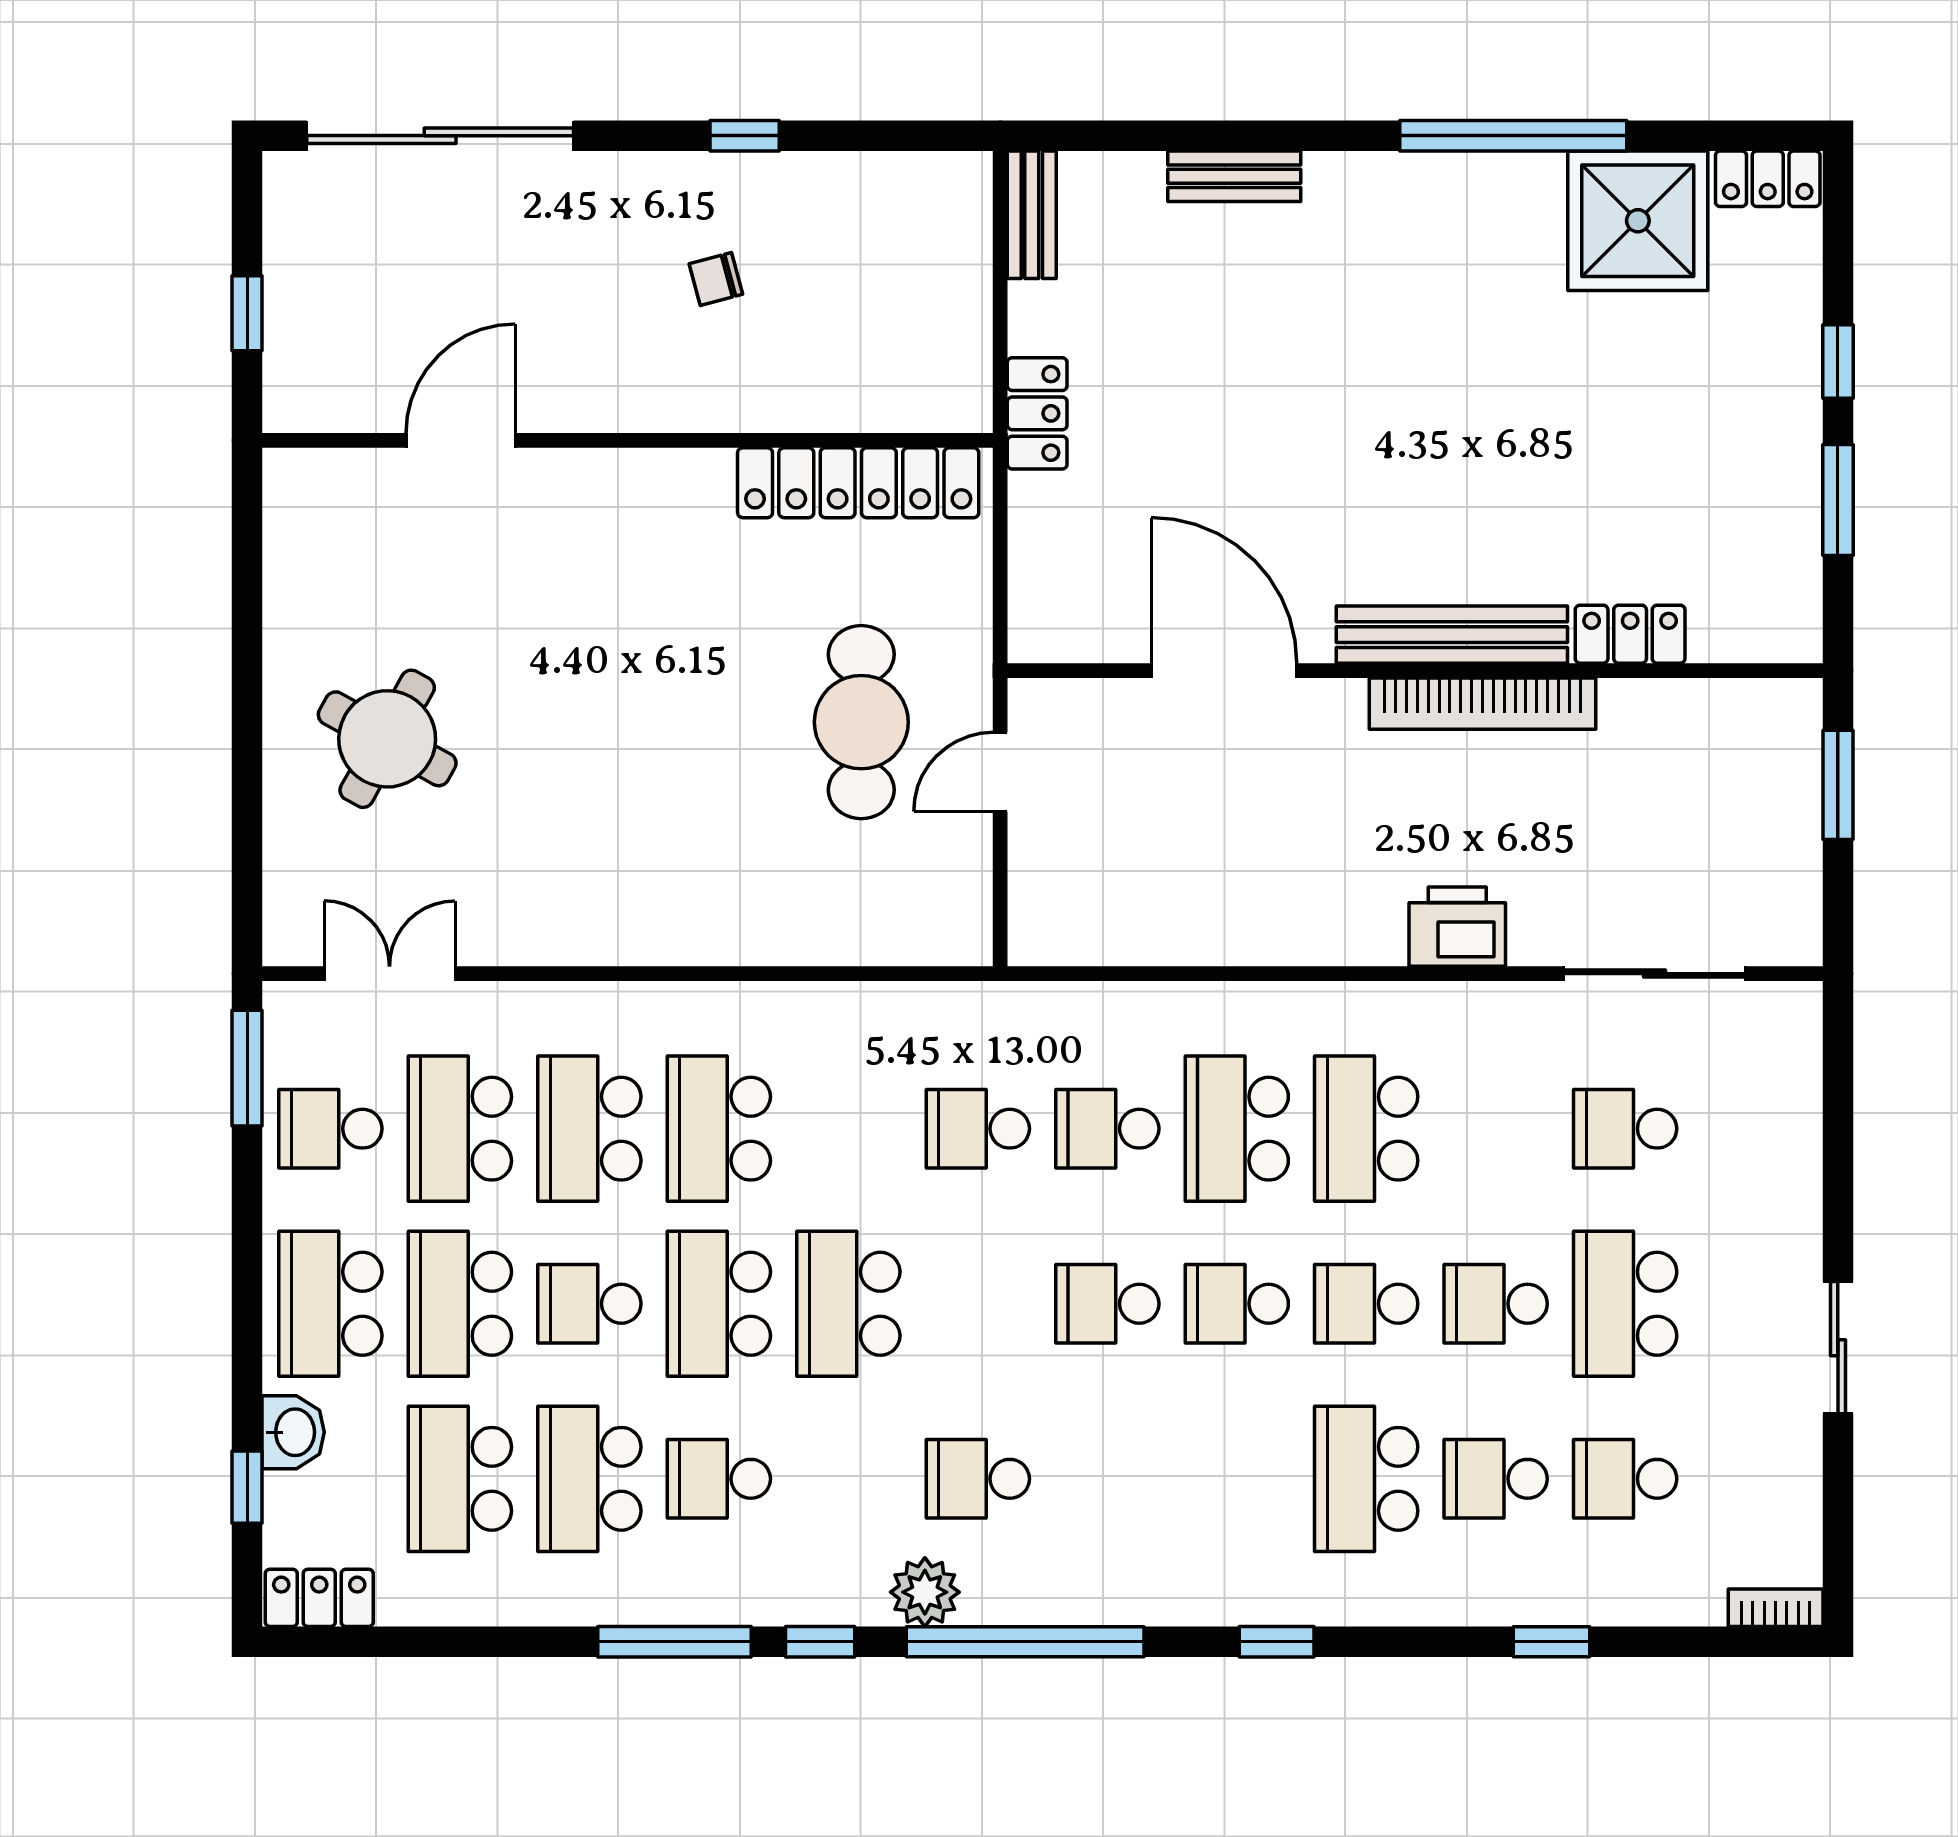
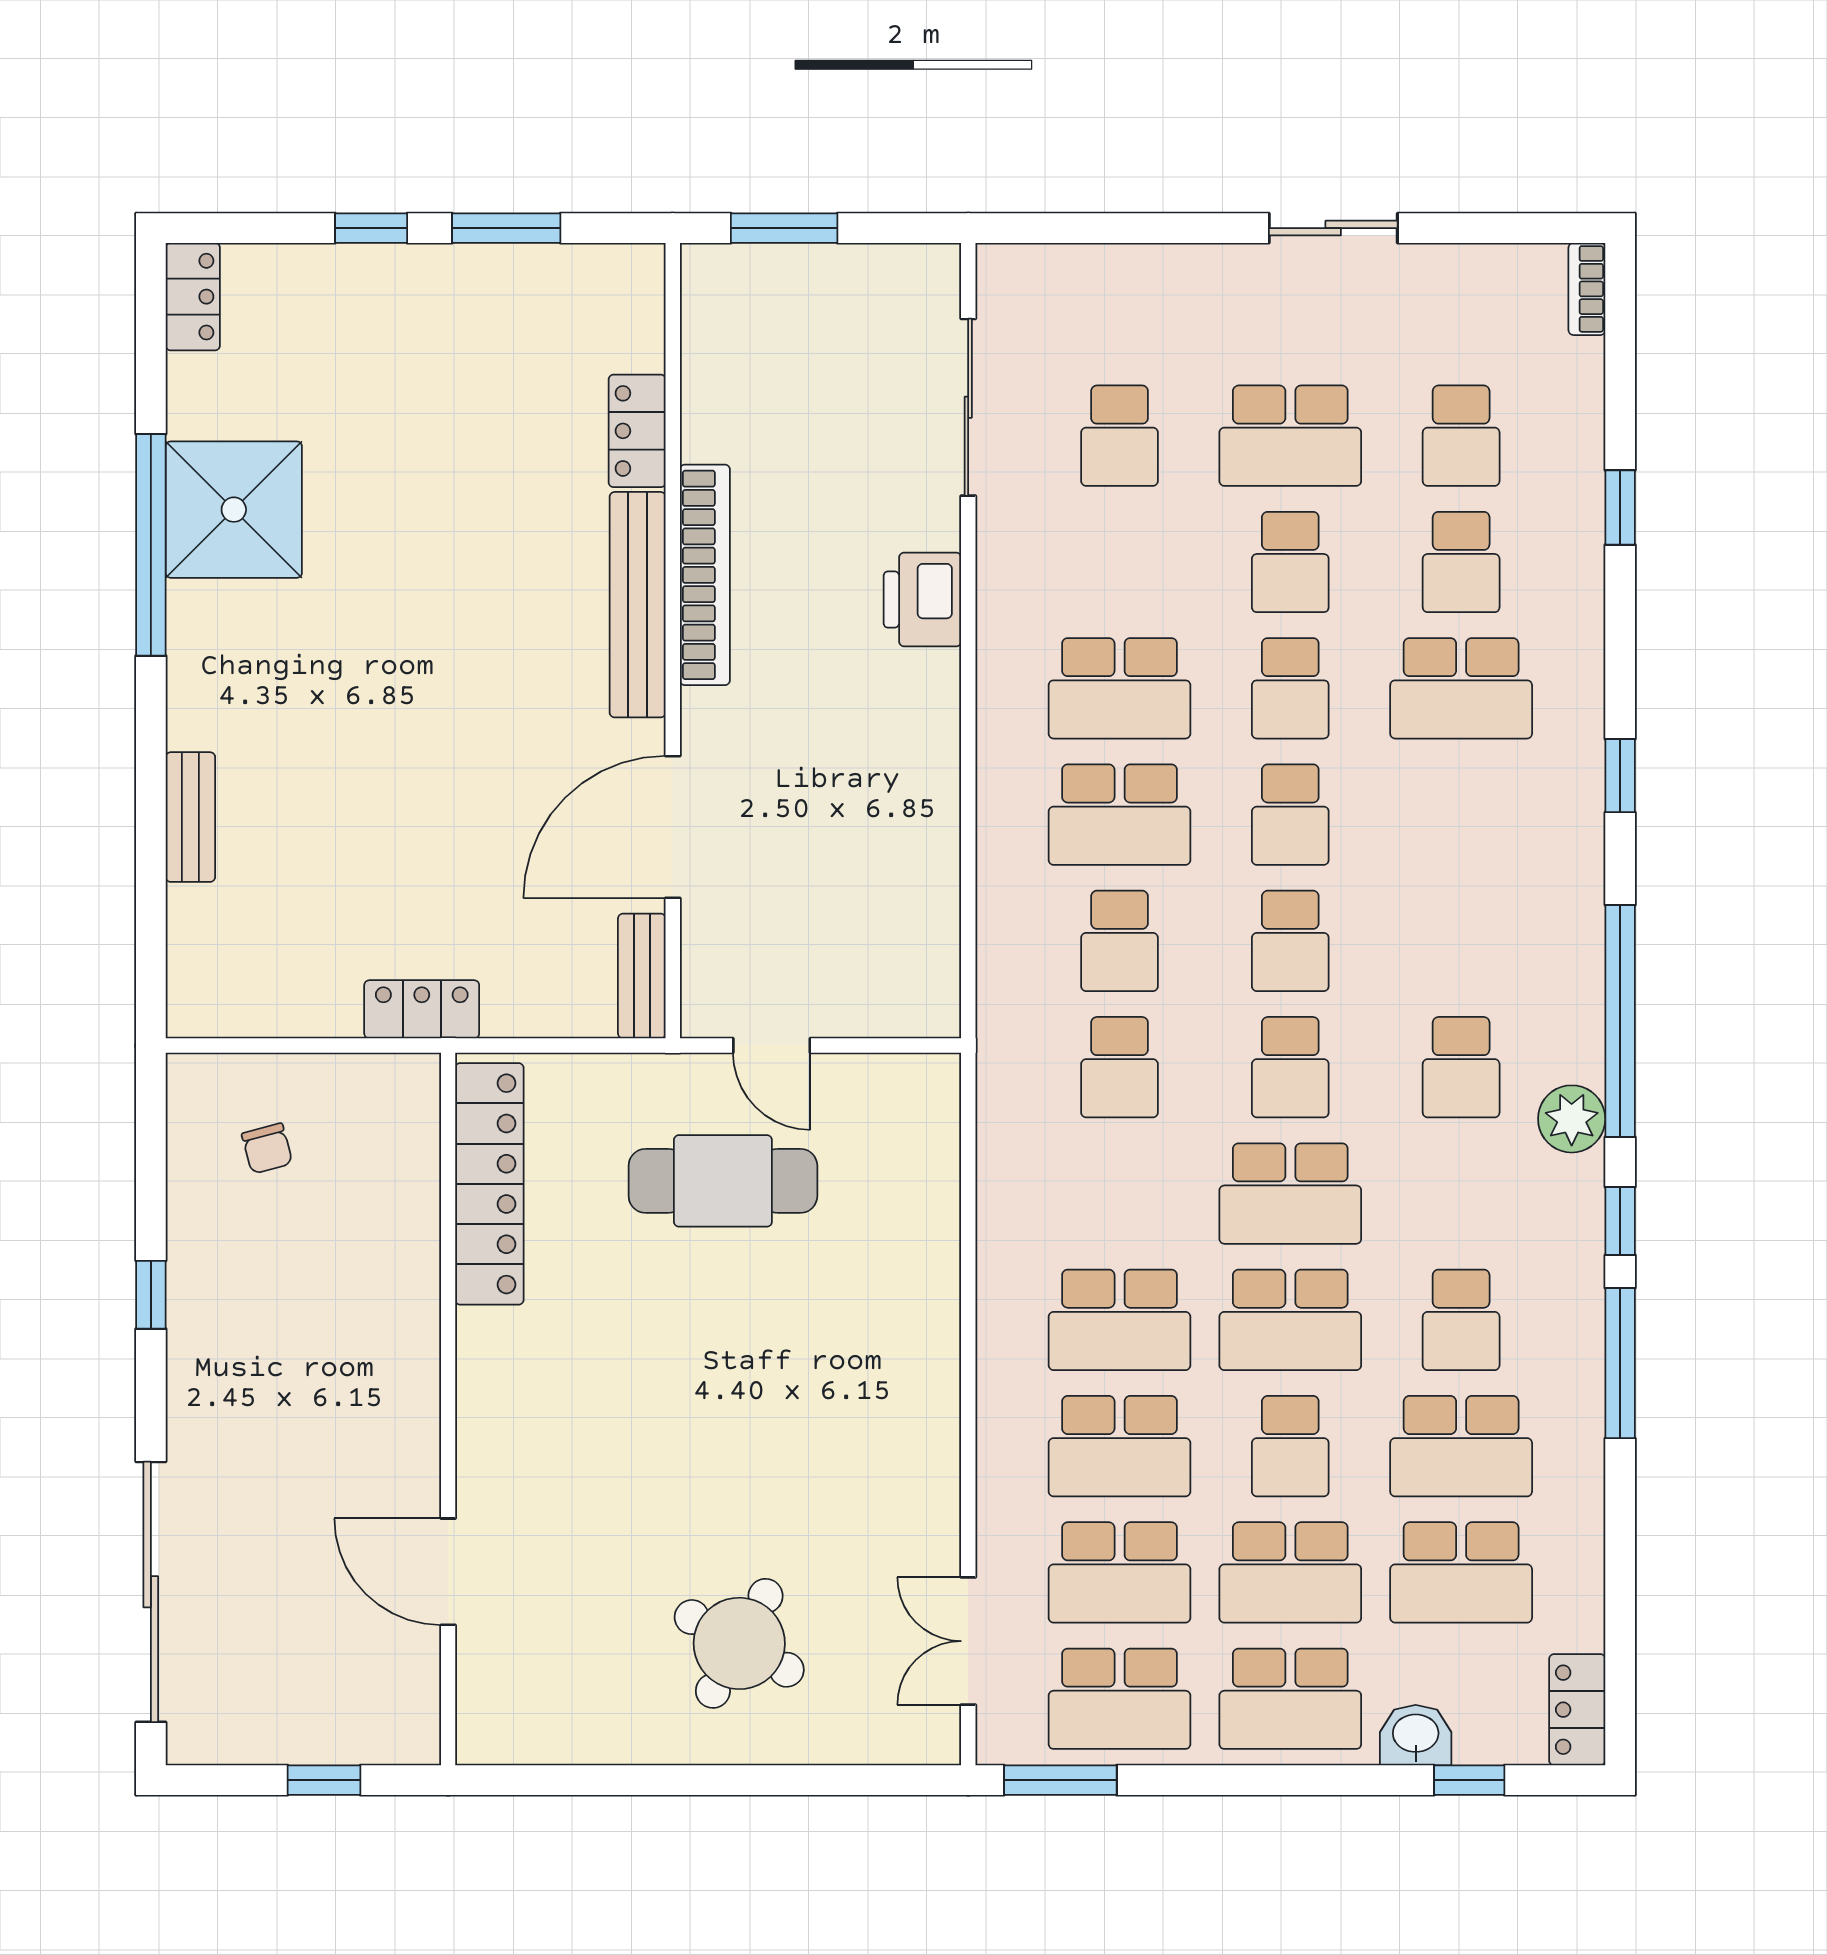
bench: (1032, 215) -> (642, 976), moved, turned 90
shower: (1638, 221) -> (234, 510), moved
chair: (716, 279) -> (267, 1148), moved
school desk: (330, 1129) -> (1120, 1699), width x1.85
school desk: (978, 1304) -> (1290, 1067), added

